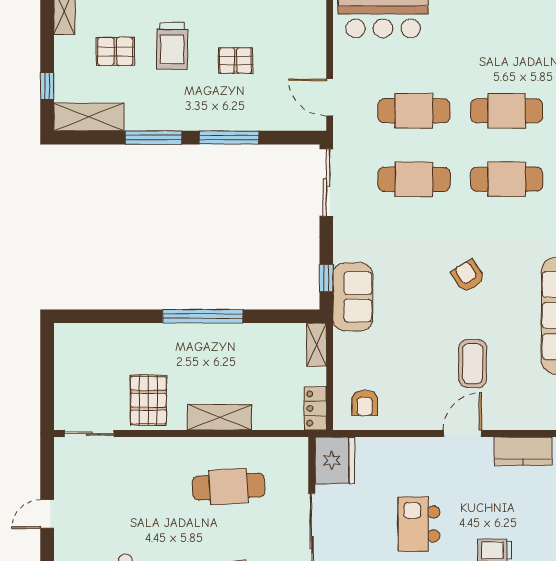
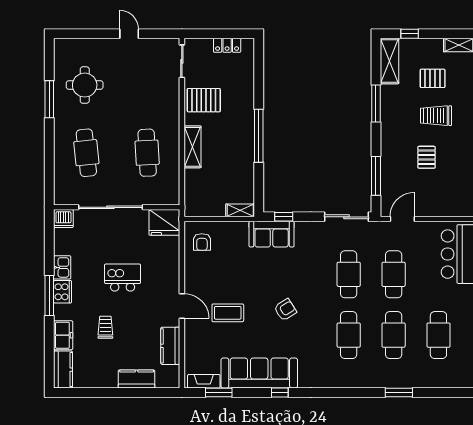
cafe table: (507, 42) -> (438, 335), added
pallet: (115, 51) -> (433, 78), turned 90
window: (229, 138) -> (376, 176), moved
armchair: (365, 403) -> (202, 242), turned -90
locker: (315, 408) -> (227, 45), moved, turned 180

